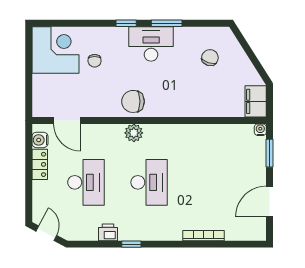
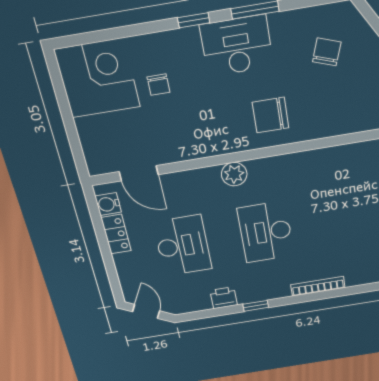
chair: (133, 101) -> (271, 115), moved
desk: (149, 182) -> (266, 232), turned 180
bookcase: (204, 236) -> (318, 286), moved

